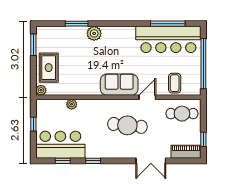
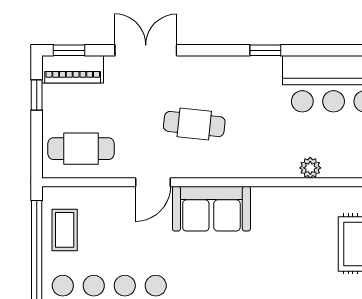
coffee table: (175, 83) -> (65, 230), moved
cafe table: (127, 125) -> (194, 124), width x0.73, depth x0.74
window: (63, 161) -> (69, 50), moved

